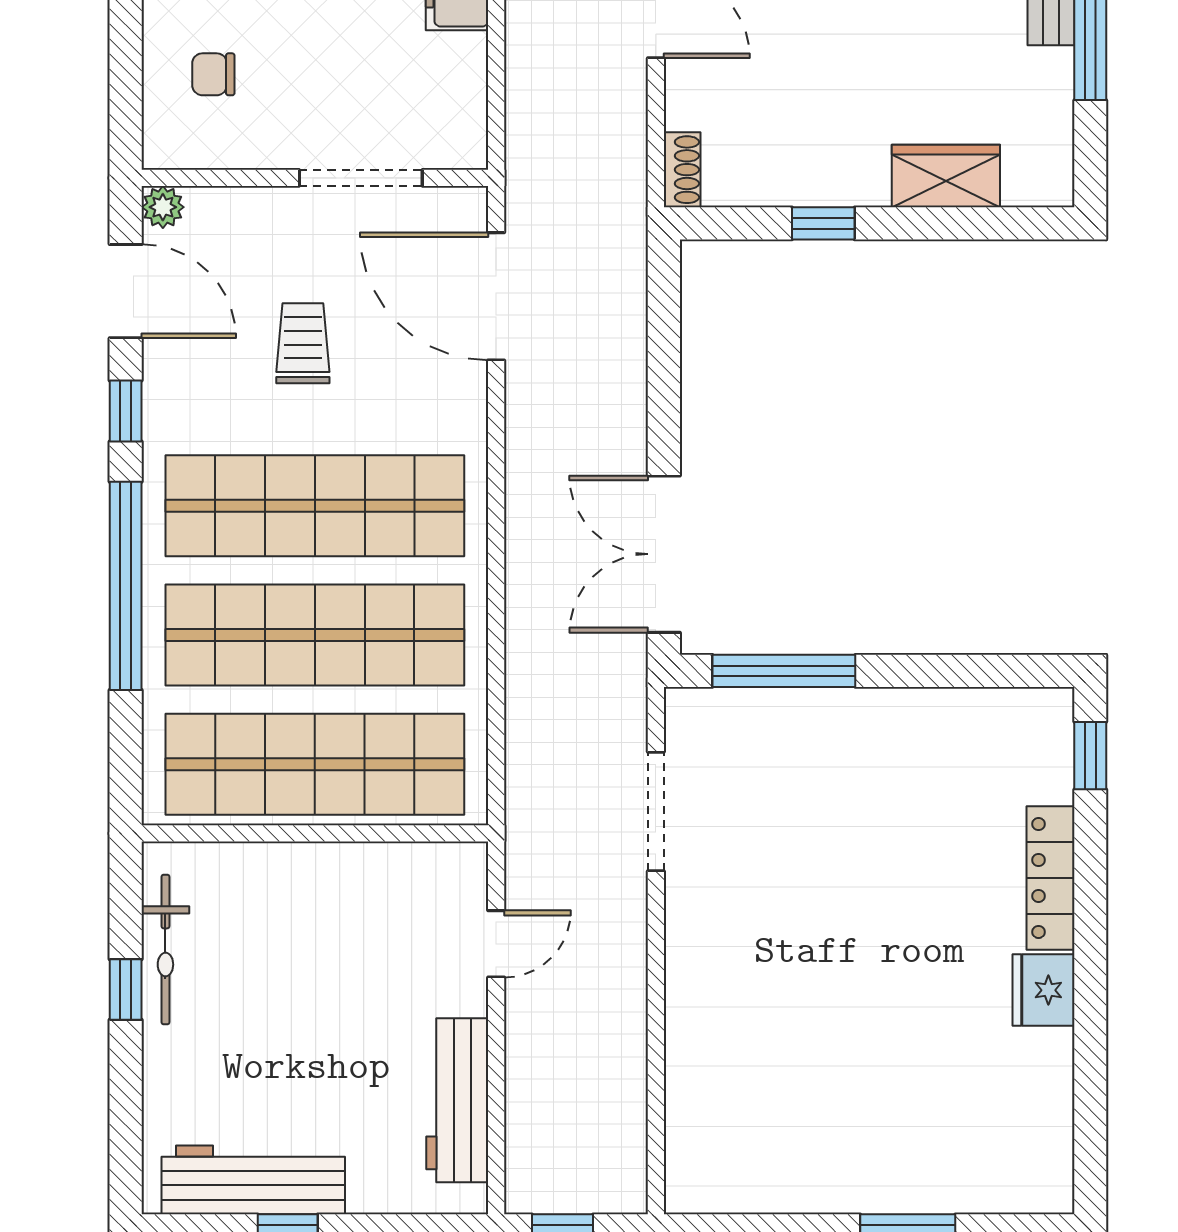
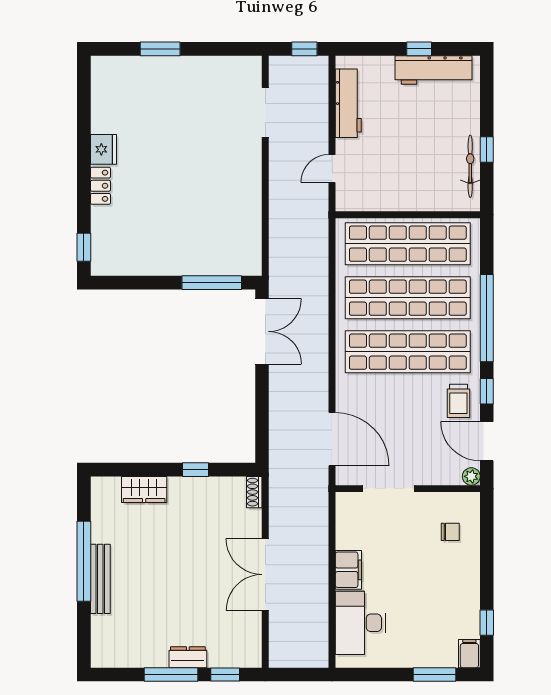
trolley: (303, 343) -> (458, 401), moved
doorway: (656, 812) -> (265, 112), moved
locker: (1050, 878) -> (100, 186), width x0.66

